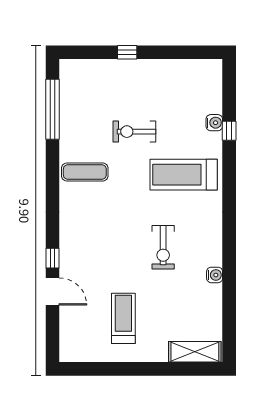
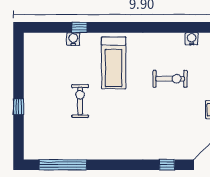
exercise bike: (134, 132) -> (80, 101), turned 180
exercise mat: (85, 172) -> (112, 140), removed
window: (53, 258) -> (167, 165), moved

